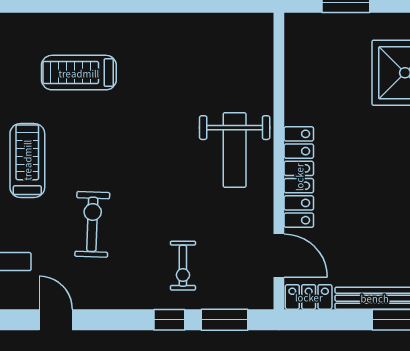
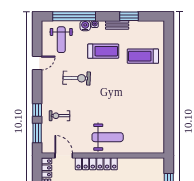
treadmill: (79, 73) -> (143, 56), moved, turned -90
weight bench: (235, 150) -> (108, 137), turned 180
door: (279, 256) -> (64, 156), swing flipped

